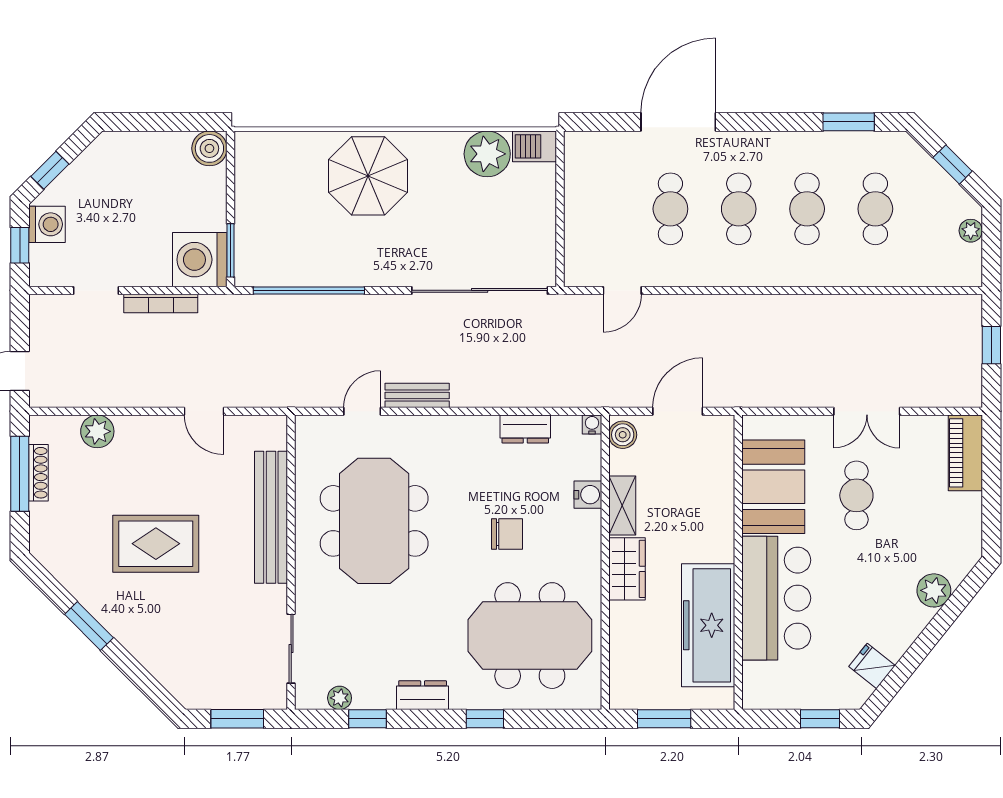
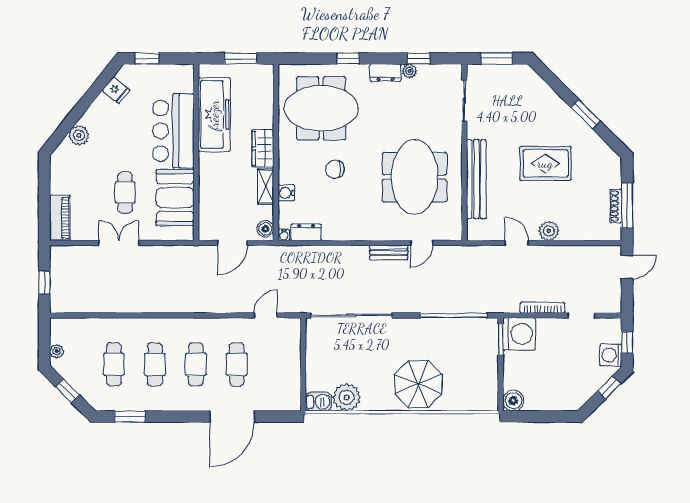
dresser: (525, 429) -> (306, 232), moved
plant: (97, 431) -> (549, 231), moved
plant: (340, 698) -> (410, 71), moved

